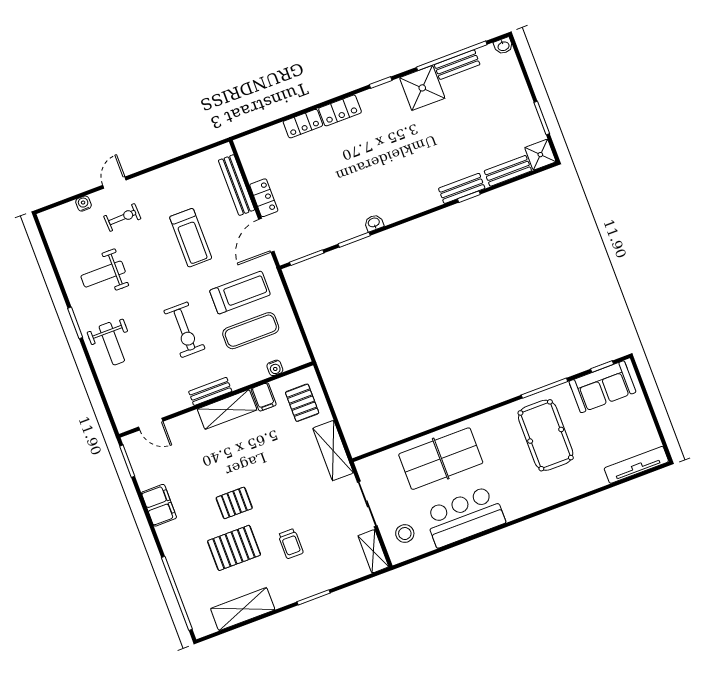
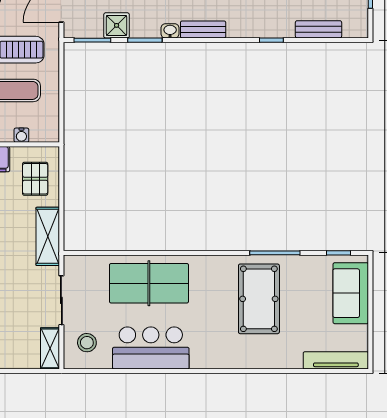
shower: (540, 155) -> (117, 25), moved
bench: (462, 188) -> (203, 29), moved
sofa: (602, 387) -> (351, 293), moved, turned 90

